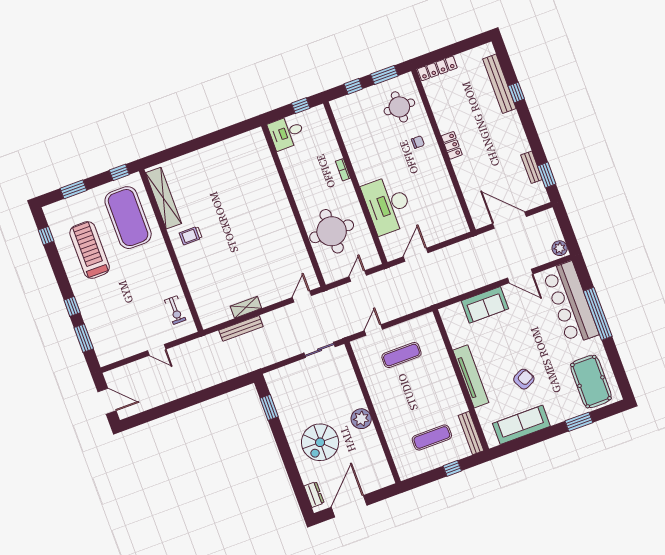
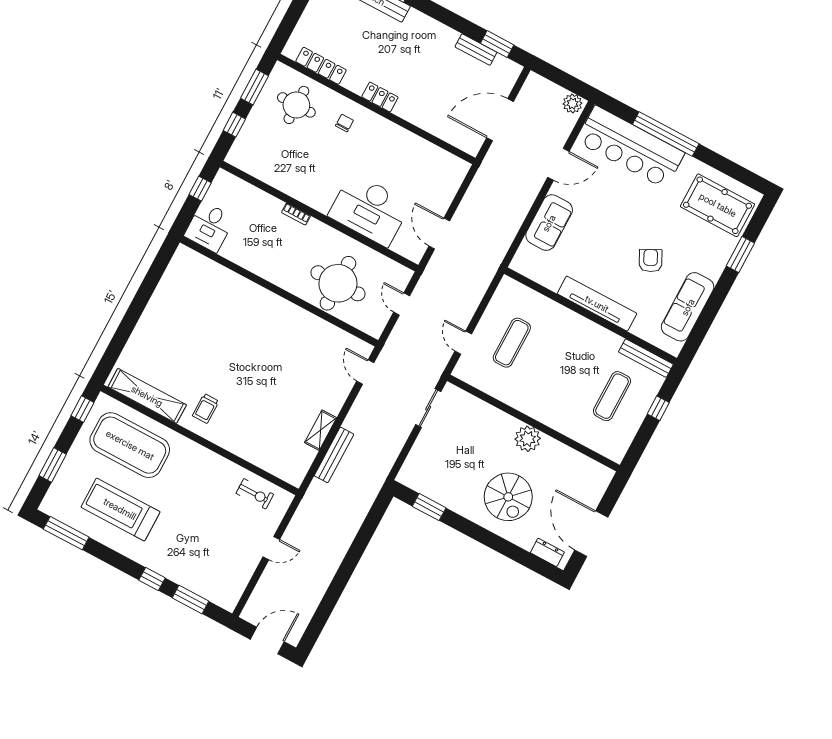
locker: (437, 68) -> (321, 66), moved, turned -90
window: (46, 236) -> (66, 533), width x2.17

